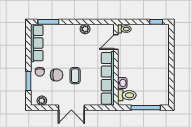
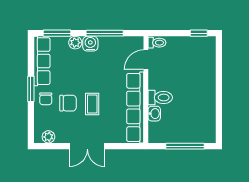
window: (84, 22) -> (105, 33), added
plant: (85, 29) -> (75, 43), moved
water cooler: (74, 30) -> (90, 44), added
window: (28, 81) -> (31, 89), moved
toilet: (127, 95) -> (160, 98), moved

